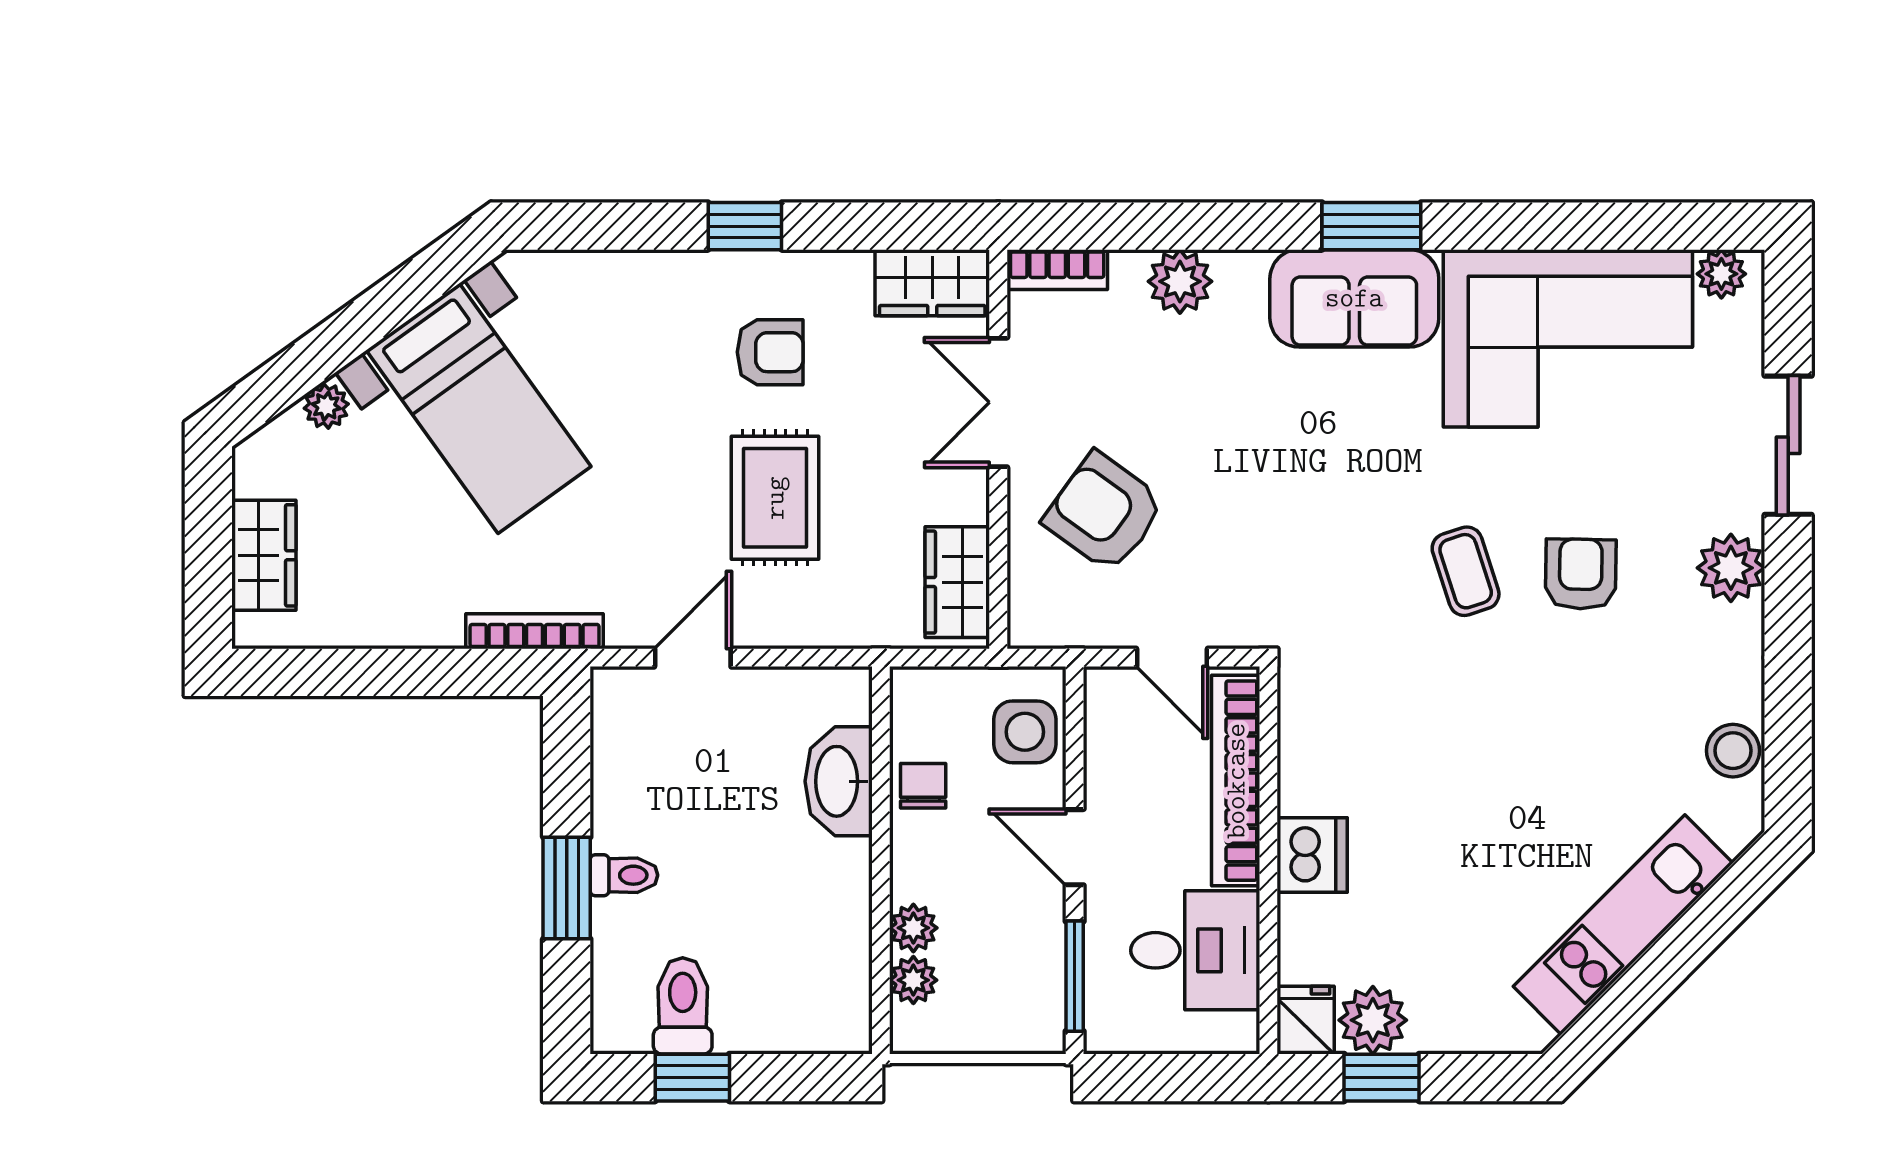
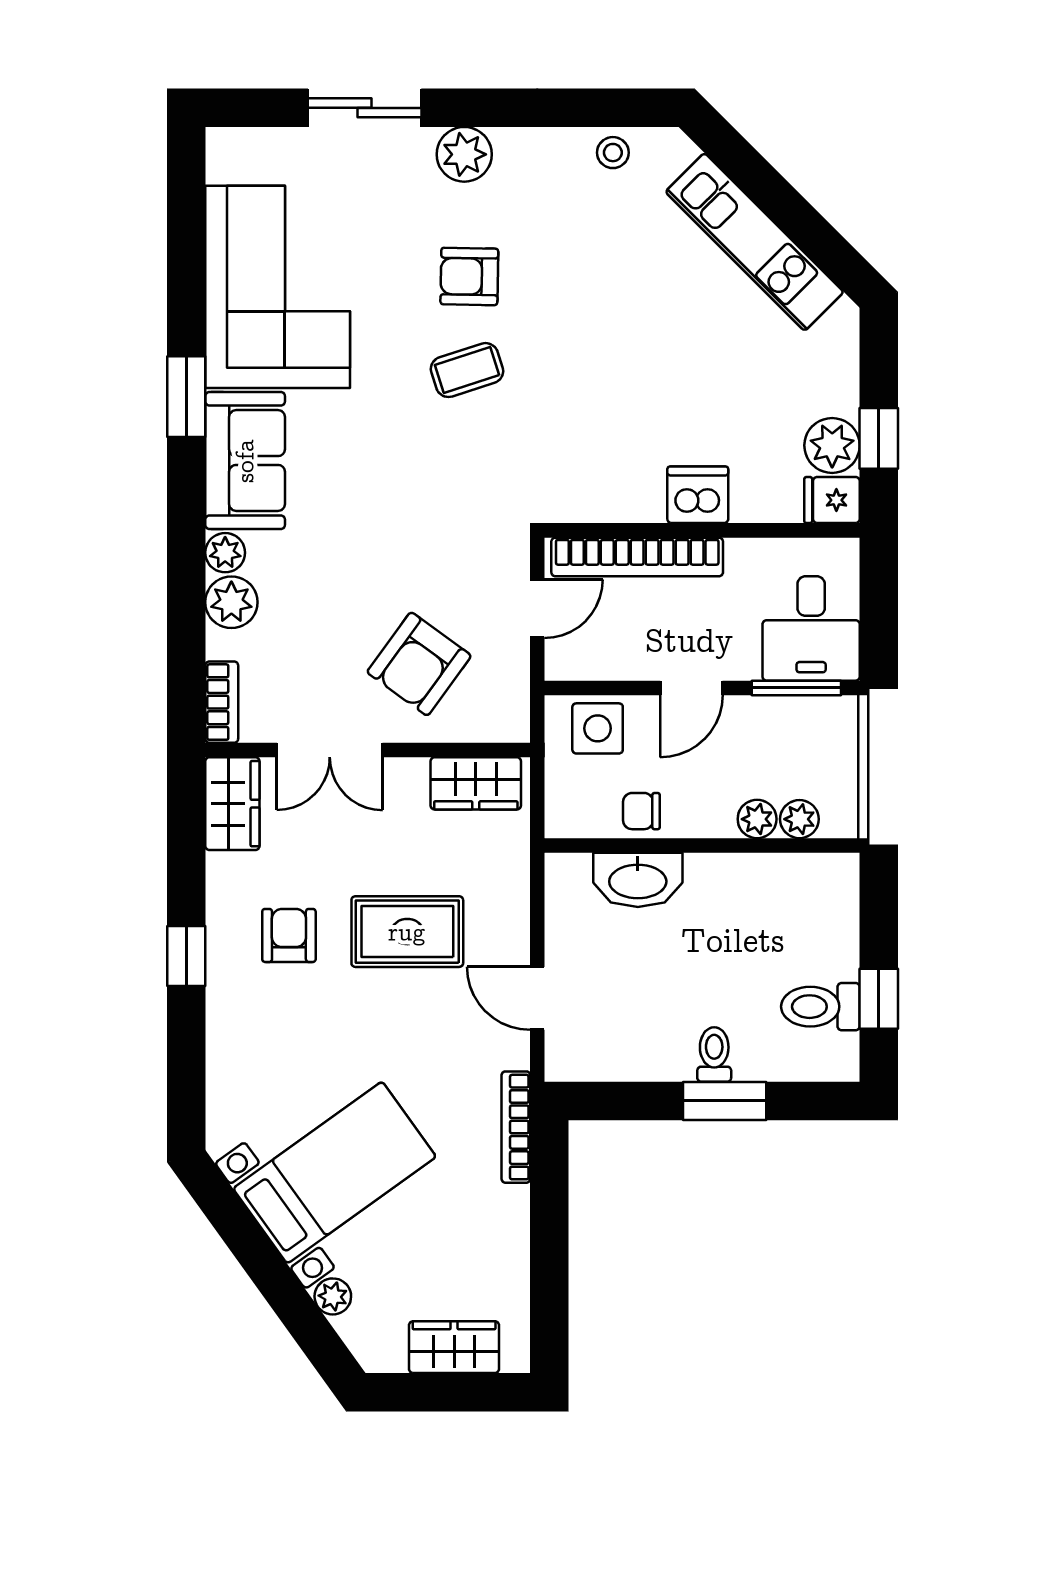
window: (1371, 226) -> (186, 397), moved
plant: (1721, 274) -> (225, 553), moved
stool: (1733, 751) -> (613, 153), width x0.73, depth x0.73
desk: (1195, 950) -> (811, 628), moved, turned 180

